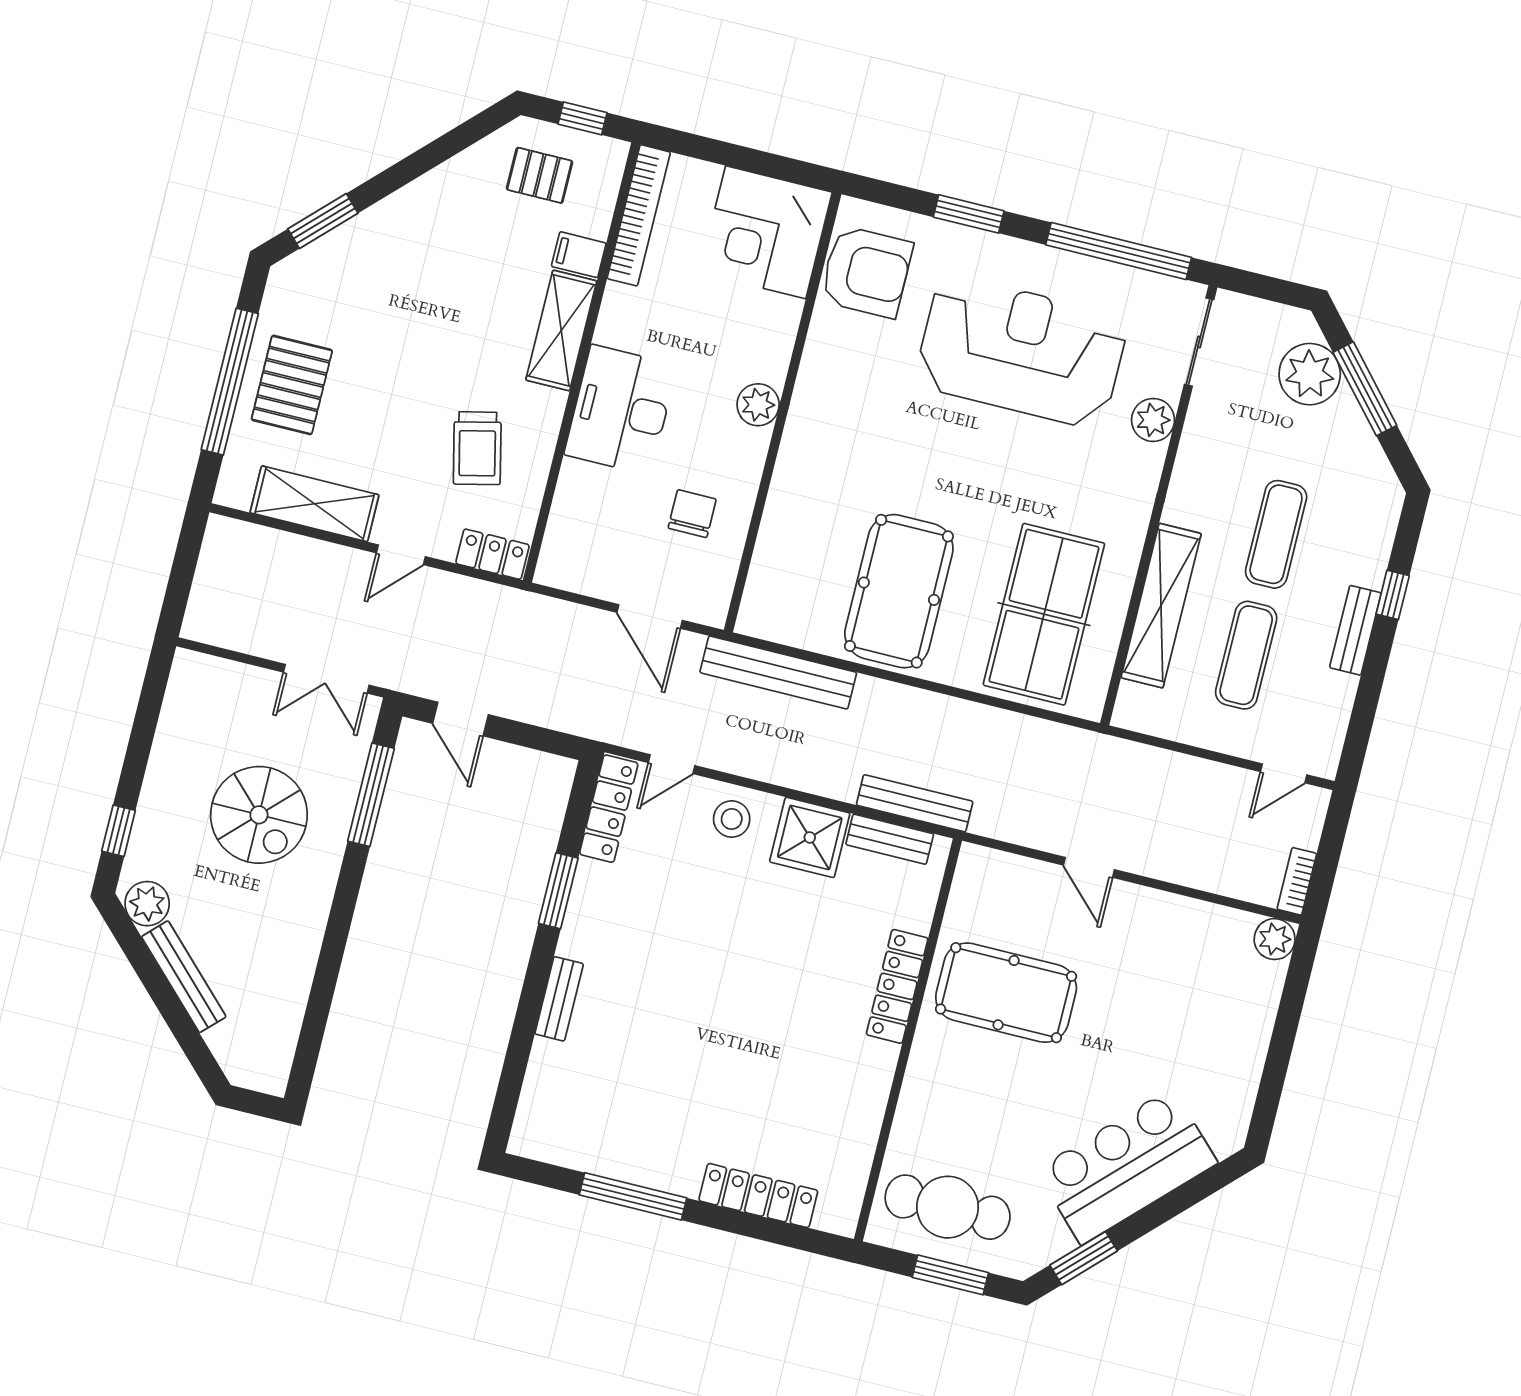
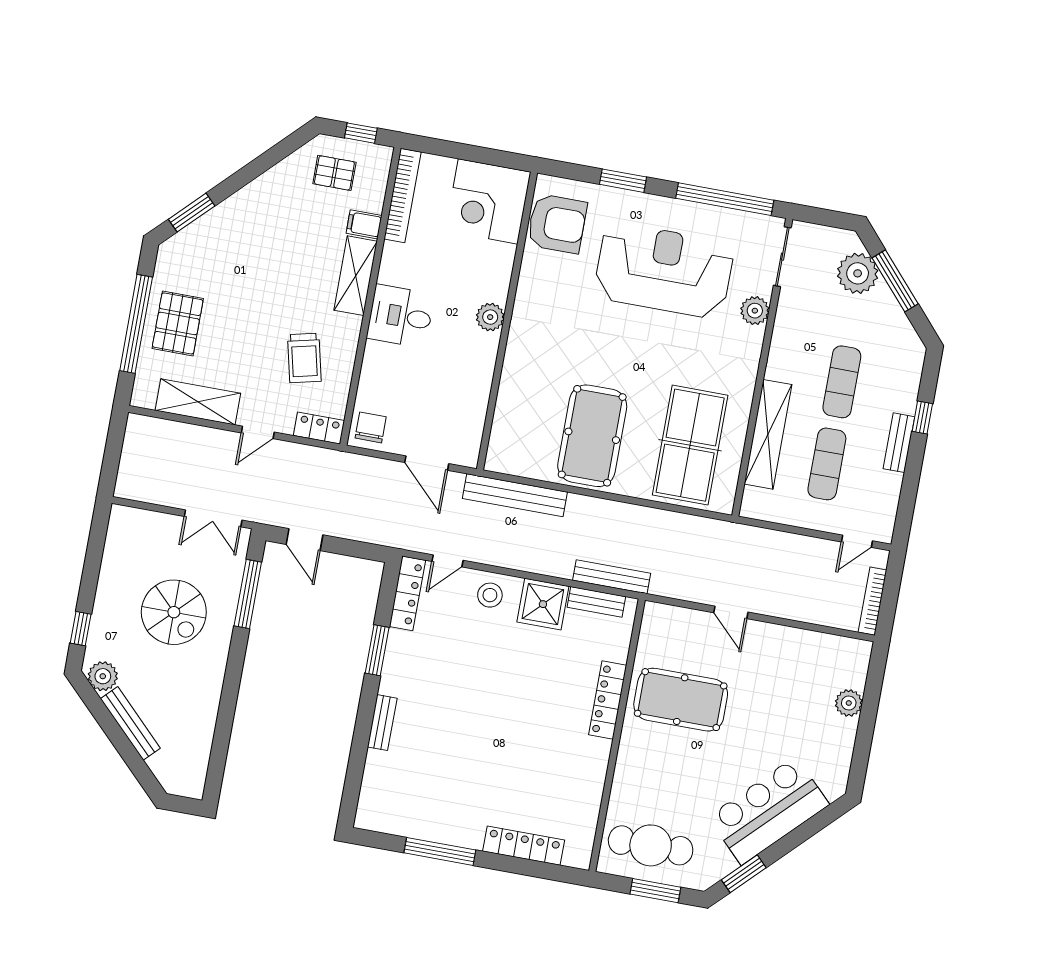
desk: (621, 410) -> (400, 316), width x0.73
chair: (692, 514) -> (371, 427), moved
bookcase: (1297, 881) -> (872, 601), width x1.56
plant: (1275, 939) -> (849, 703), moved

